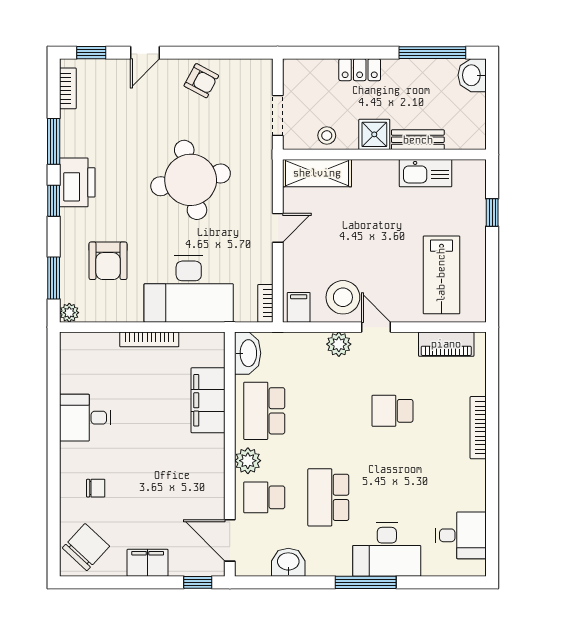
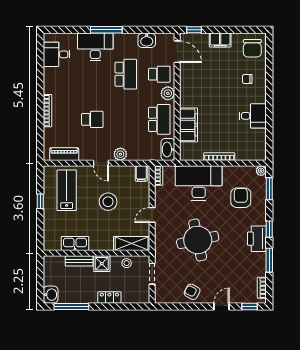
window: (492, 213) -> (40, 201), moved
stool: (343, 297) -> (108, 202), moved
chair: (86, 547) -> (252, 48), turned -43

